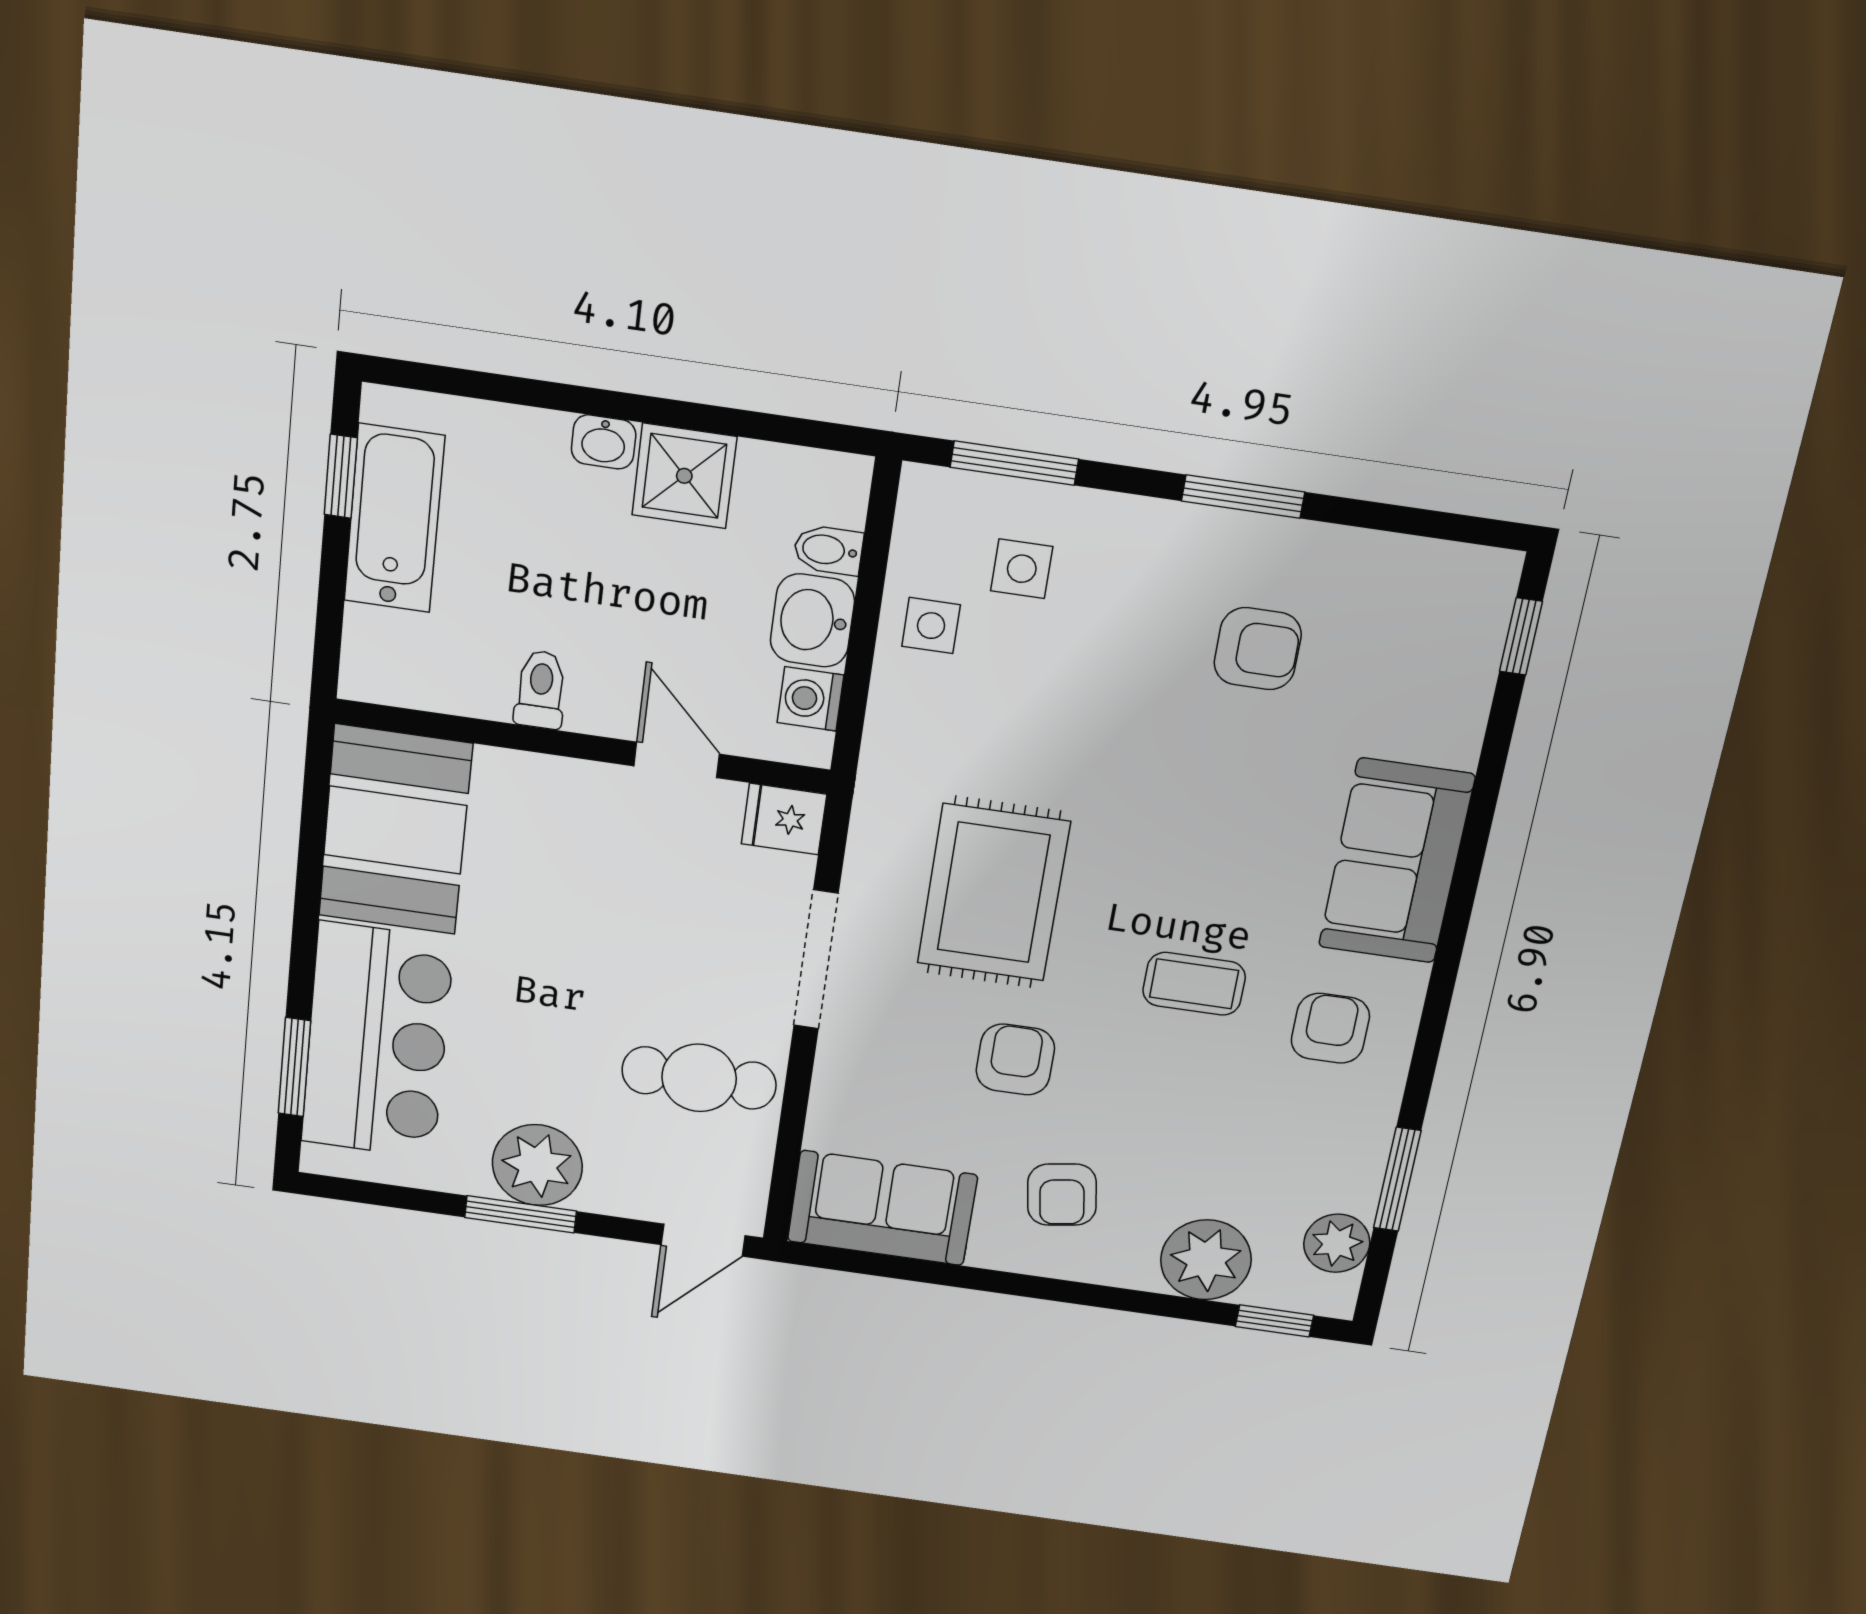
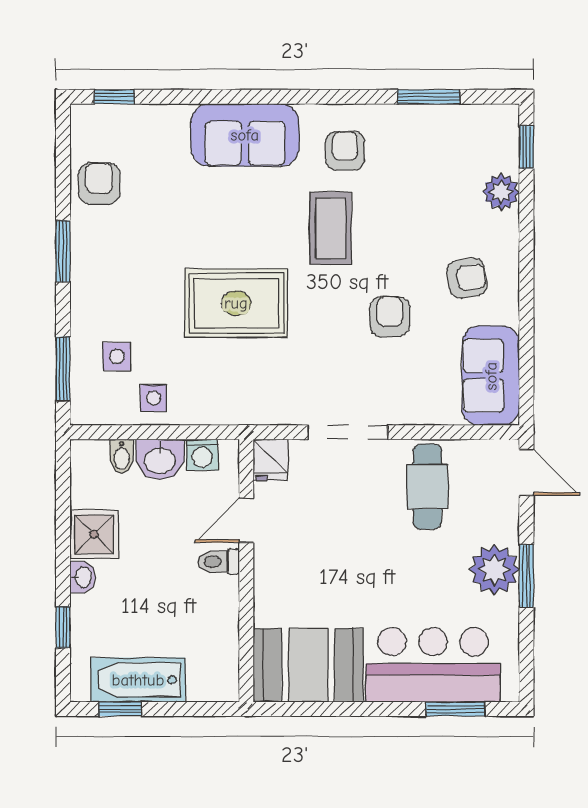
window: (509, 389) -> (63, 627), added
armchair: (1258, 649) -> (99, 183), moved
toilet: (541, 690) -> (218, 562), moved
rug: (993, 893) -> (236, 303), moved
coffee table: (1194, 984) -> (331, 228), width x1.36, depth x1.30
armchair: (1330, 1028) -> (345, 151), turned 90
armchair: (1015, 1059) -> (390, 317), turned 90
plant: (1337, 1243) -> (473, 122), removed
plant: (1206, 1260) -> (501, 192), width x0.73, depth x0.73

